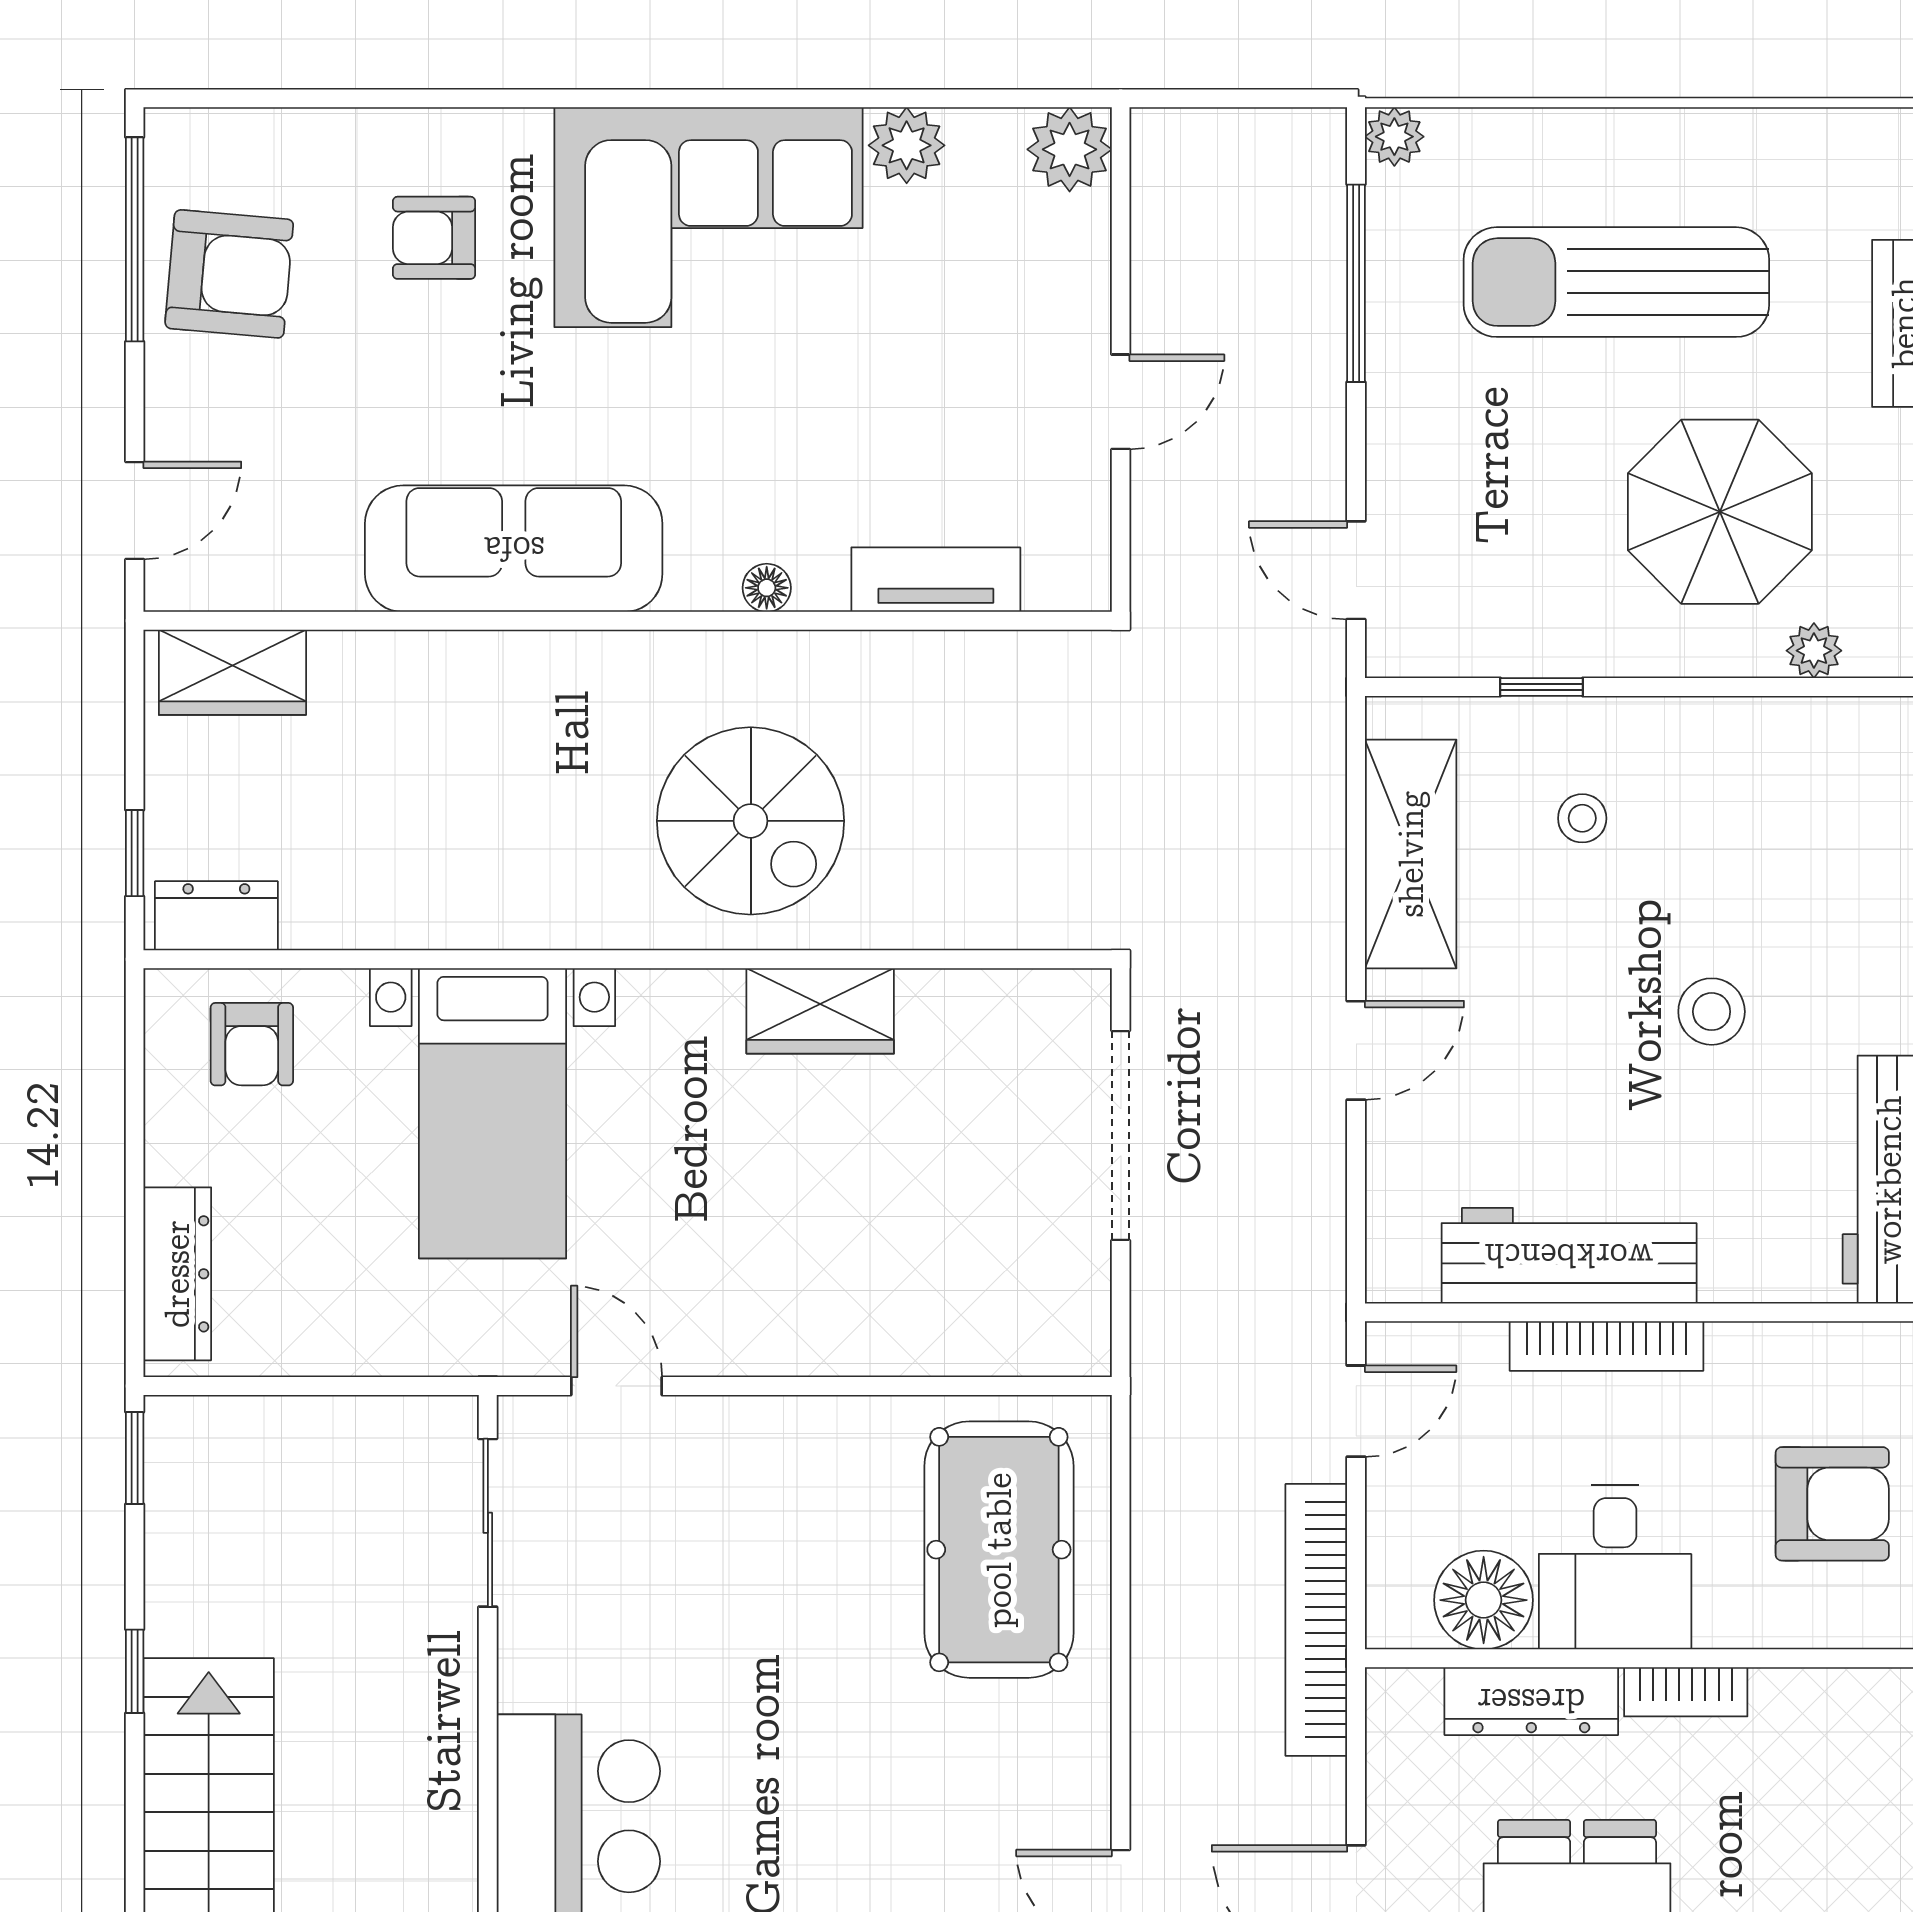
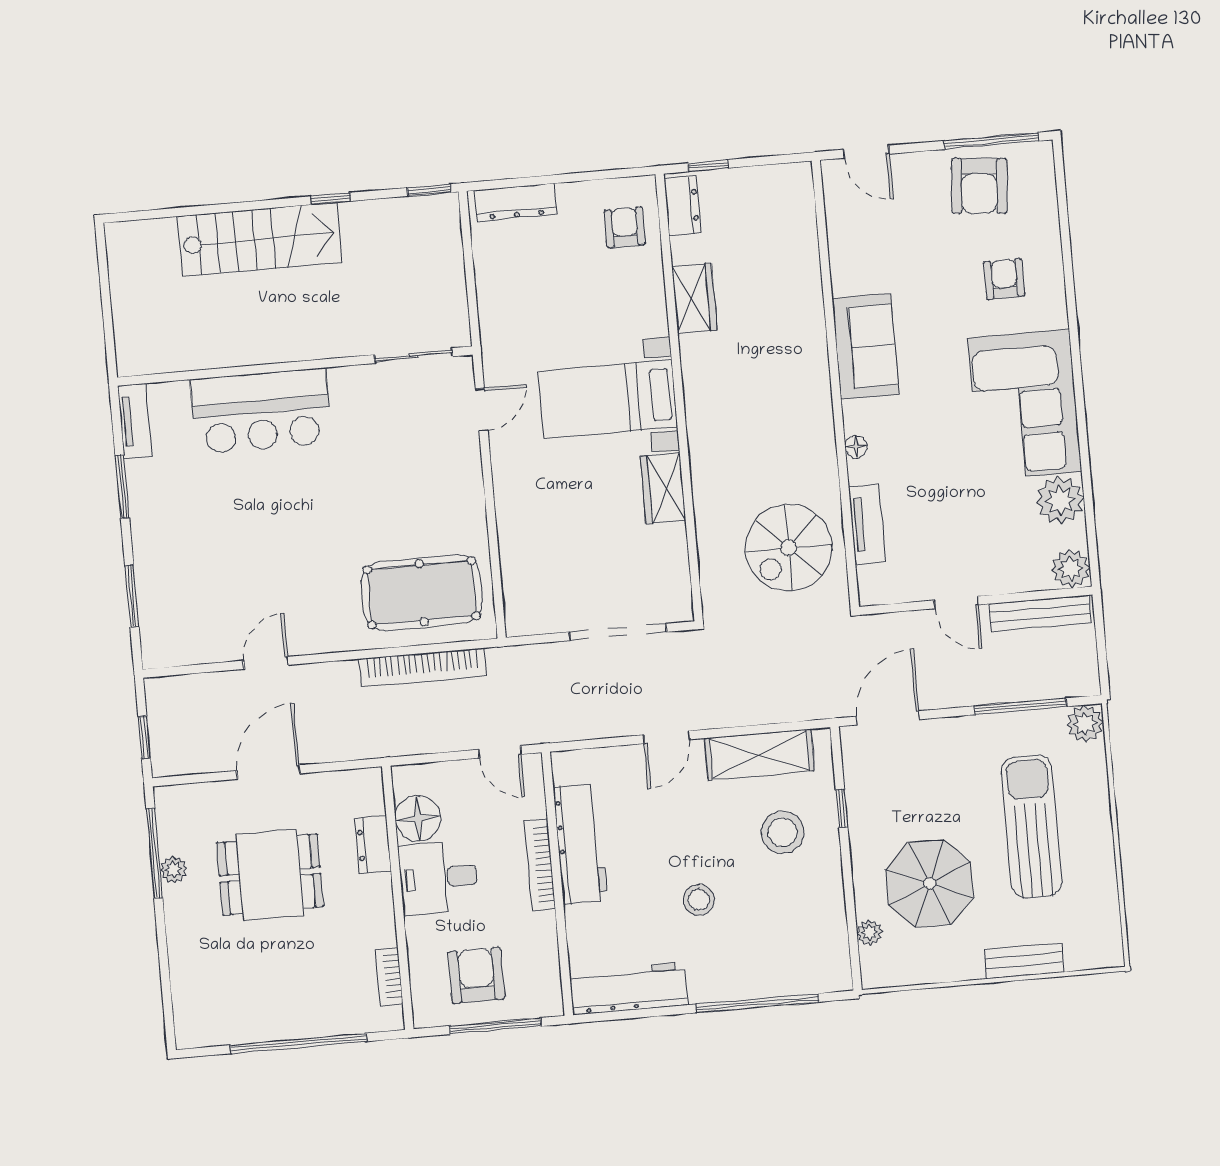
plant: (1394, 137) -> (1085, 724), width x1.38, depth x1.38
plant: (907, 145) -> (1060, 500), width x1.36, depth x1.36
bench: (1160, 224) -> (1040, 613), added
sofa: (514, 549) -> (866, 346), width x0.73
door: (1356, 570) -> (888, 718), width x1.37
wardrobe: (232, 672) -> (694, 298), moved, turned 180
stool: (1582, 818) -> (783, 832), width x1.89, depth x1.89
spiral stairs: (751, 821) -> (789, 548), moved
armchair: (252, 1044) -> (625, 227), turned 90
door: (1356, 1050) -> (666, 737), hinge flipped
bed with nightstands: (493, 1113) -> (608, 399), moved
armchair: (1832, 1504) -> (476, 975), turned 180
bookcase: (1316, 1620) -> (423, 668), moved, turned 180
bookcase: (1686, 1692) -> (389, 976), moved
dresser: (1531, 1701) -> (373, 844), width x0.70

